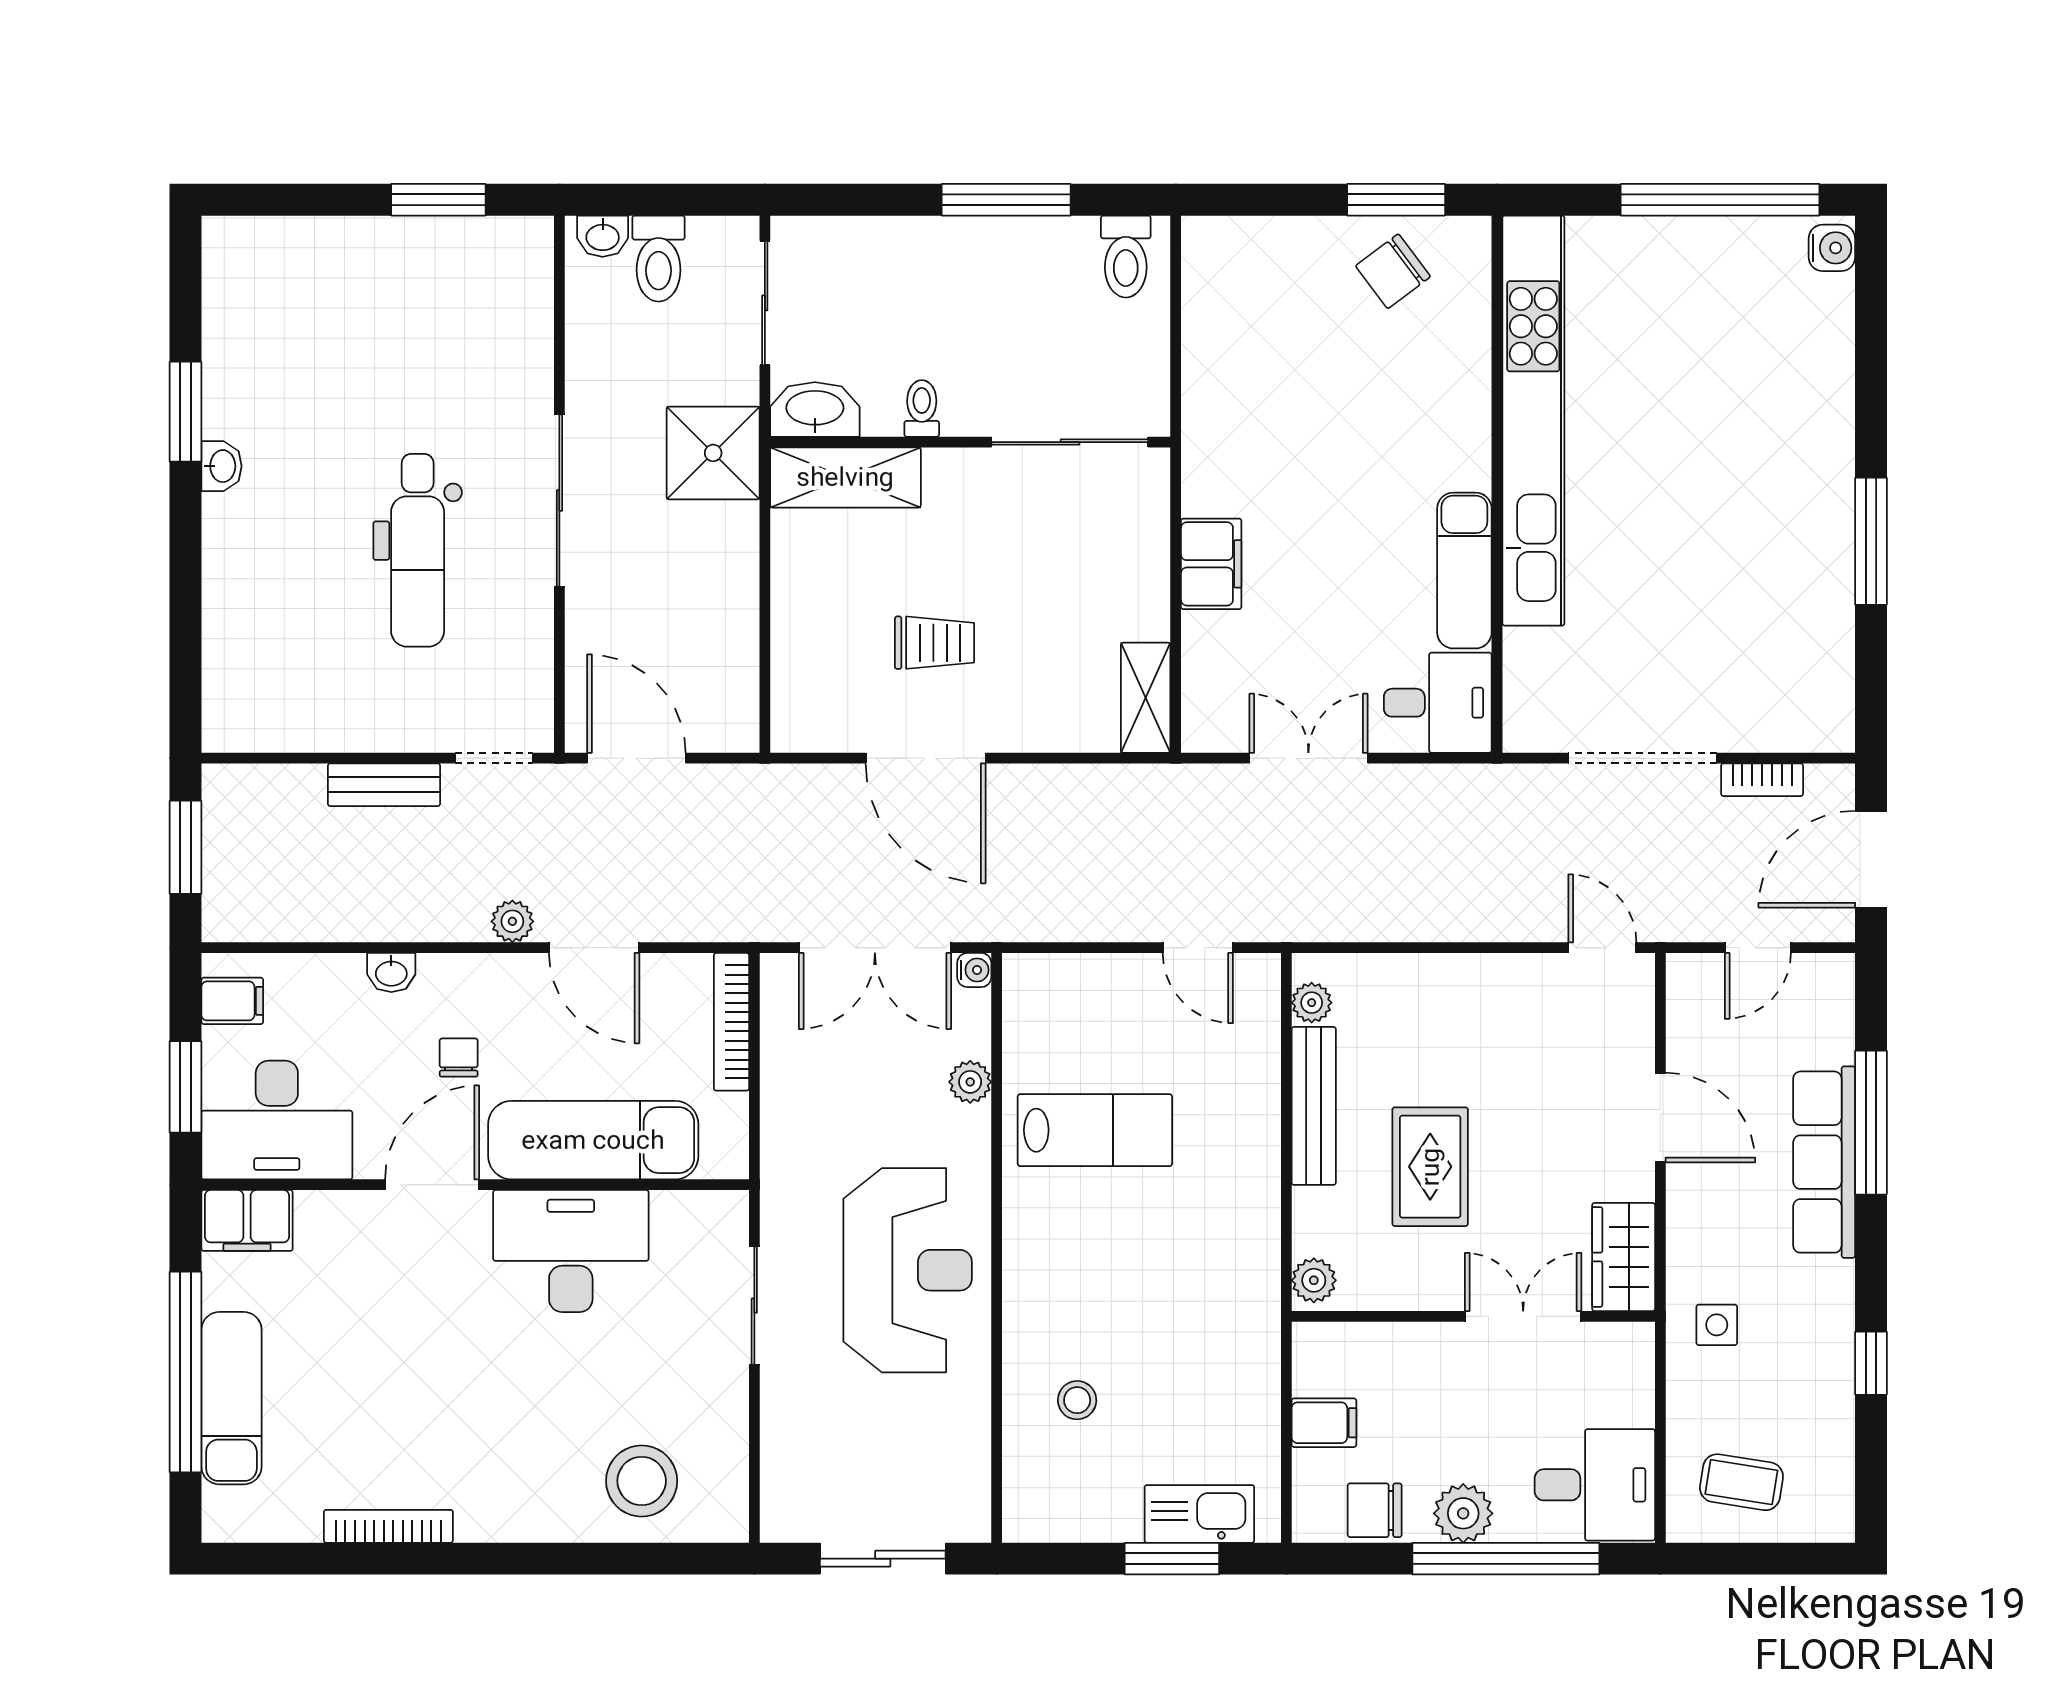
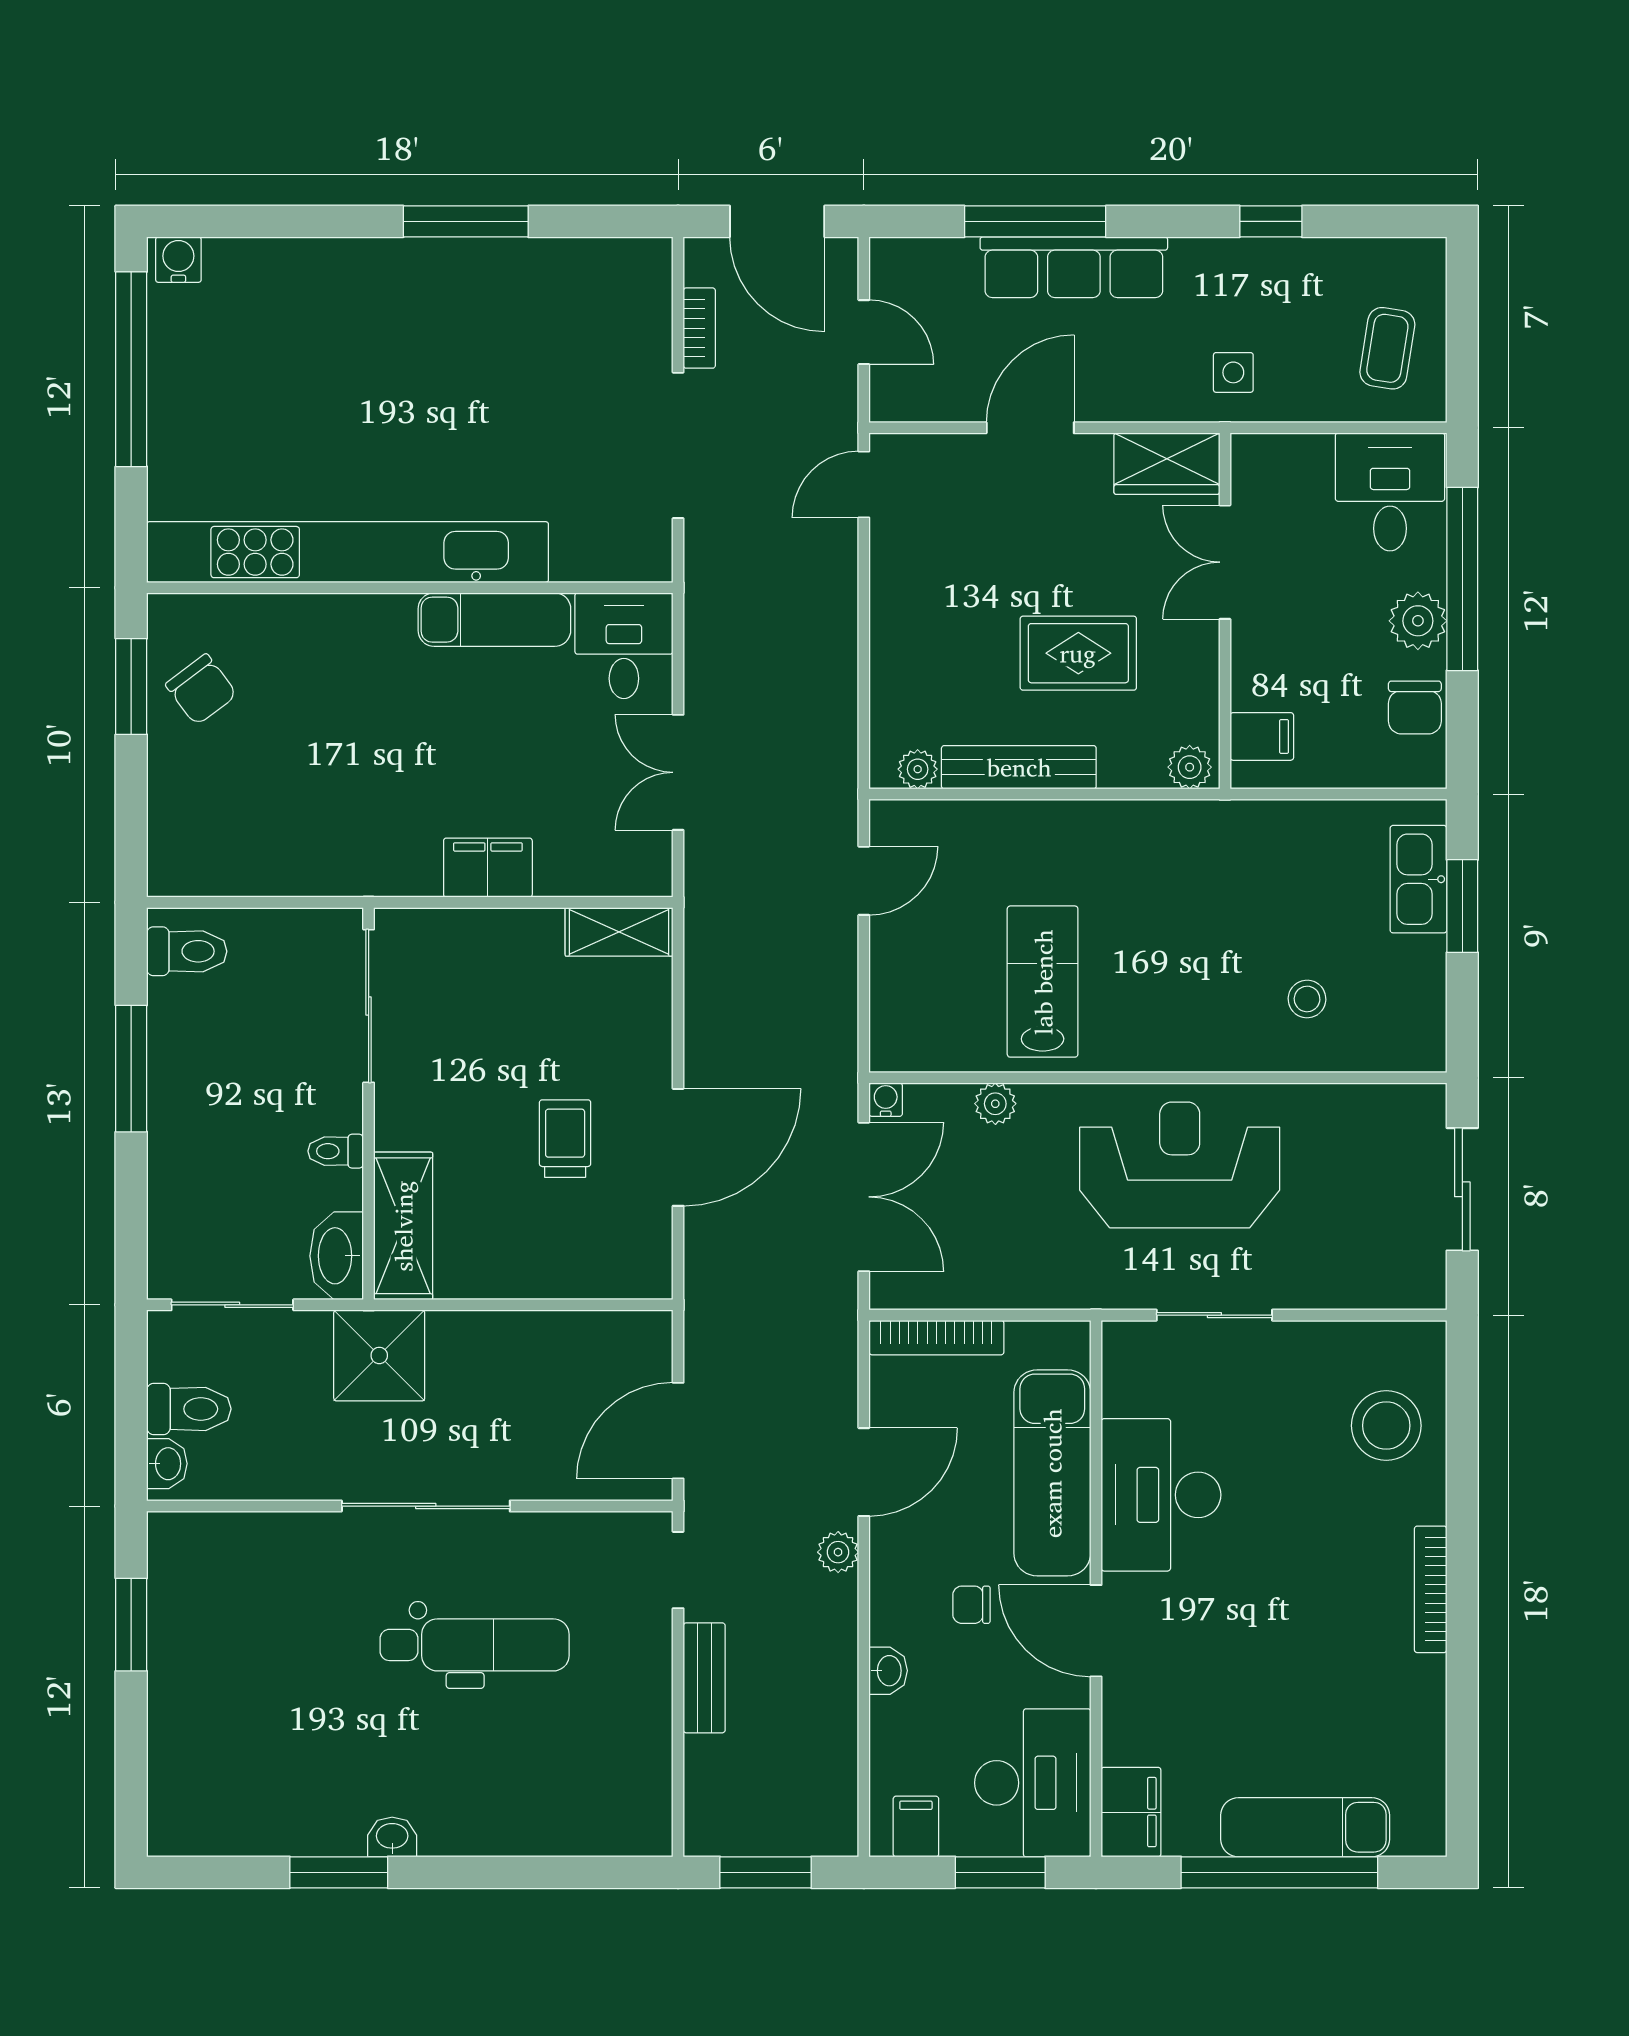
filing cabinet: (1324, 1423) -> (1262, 736), moved, turned 90
bookcase: (388, 1526) -> (1431, 1589), moved

